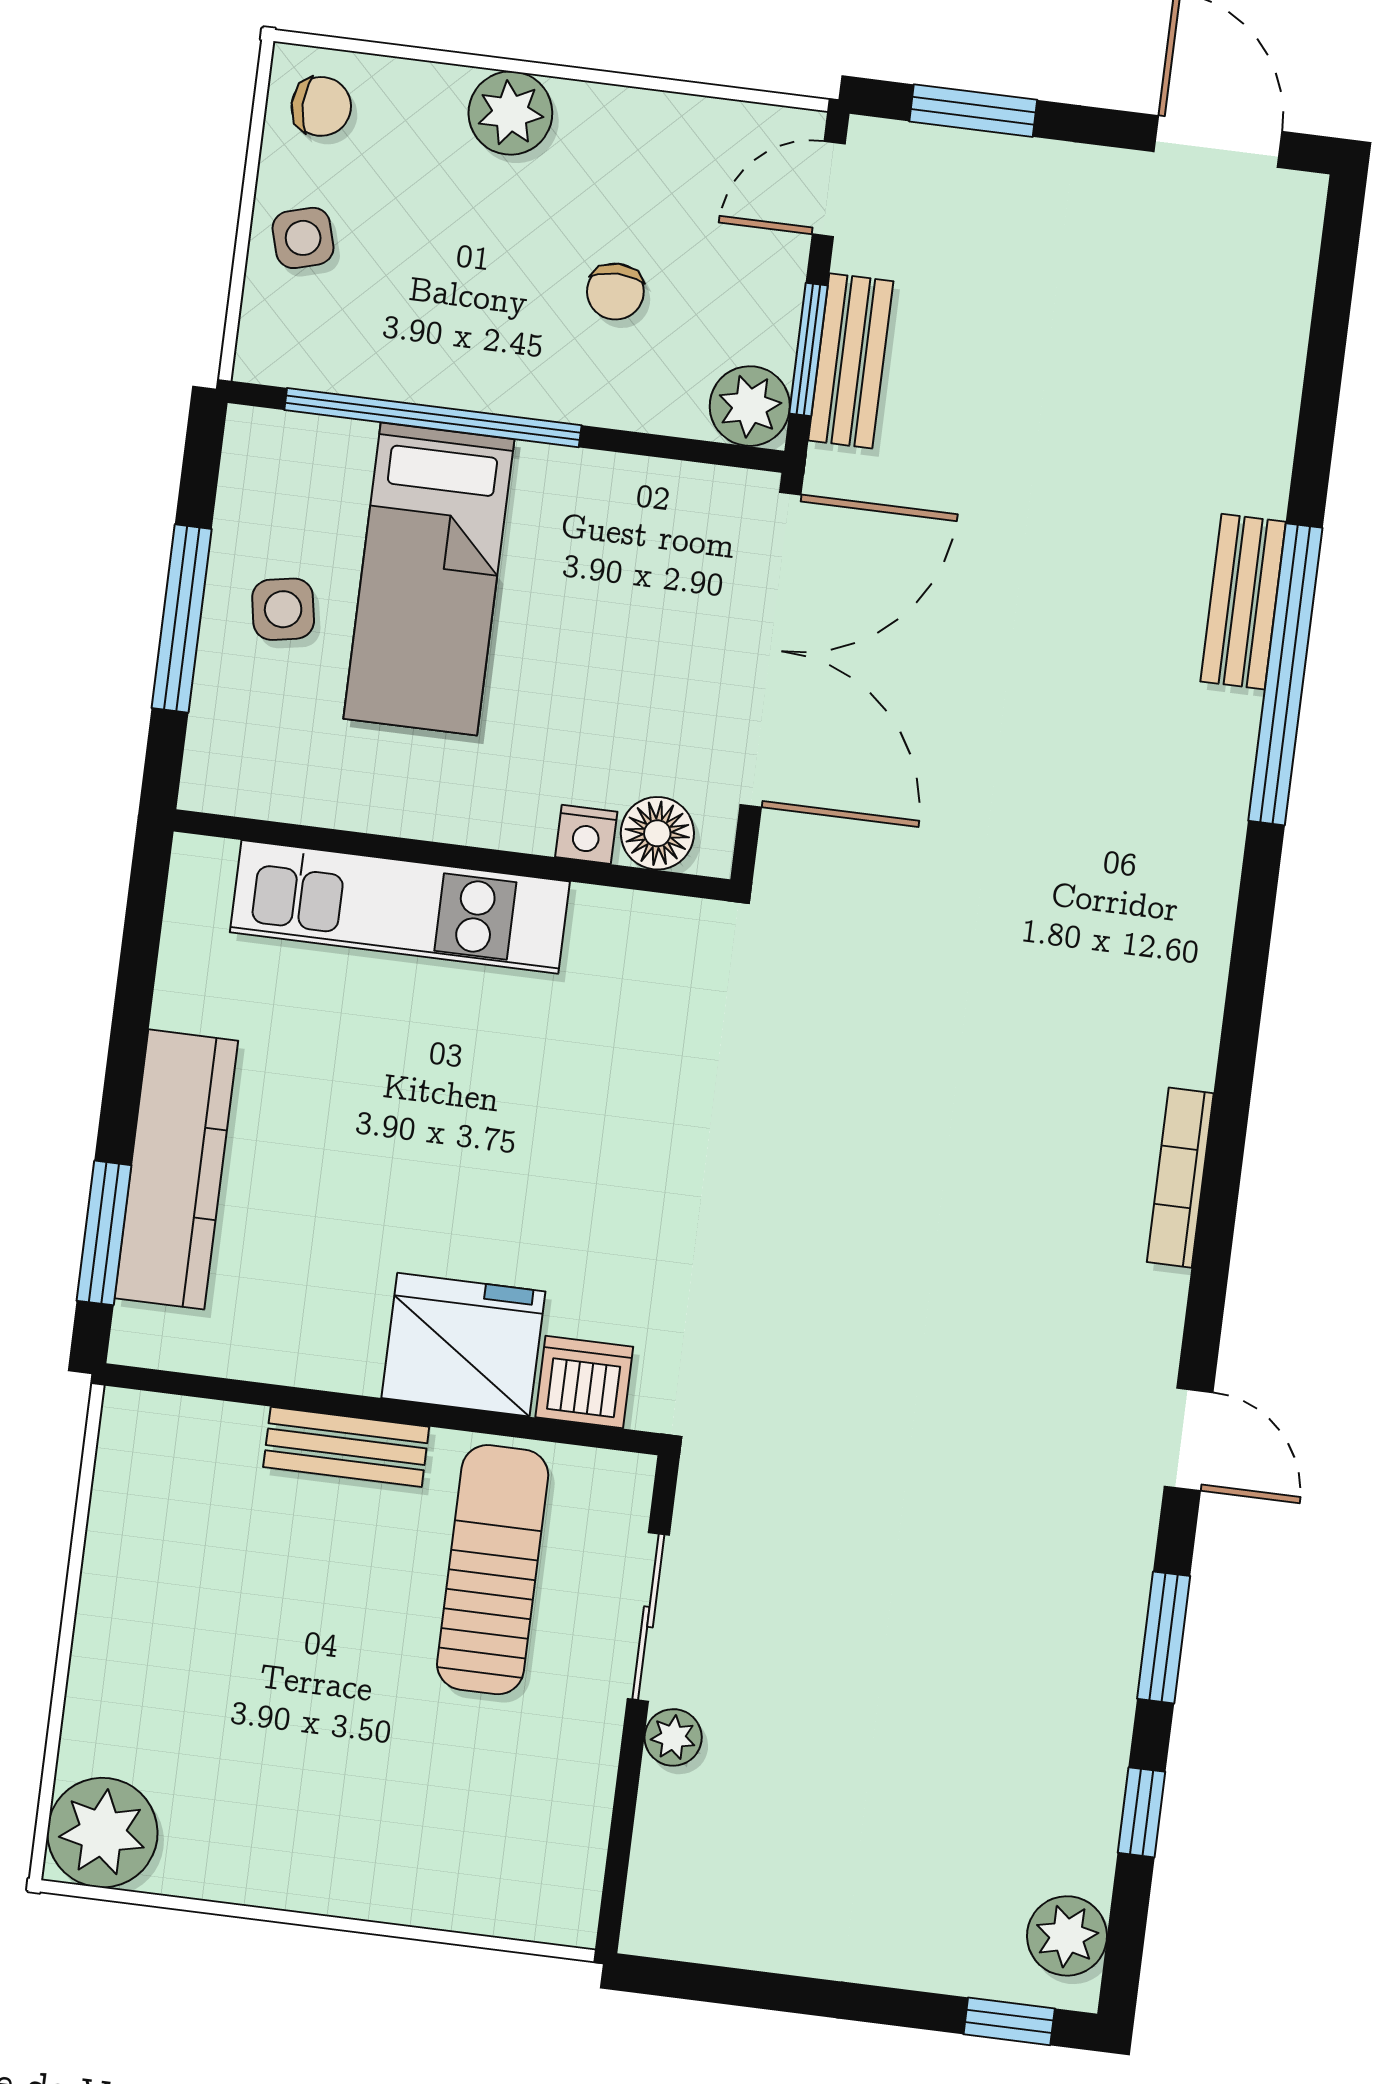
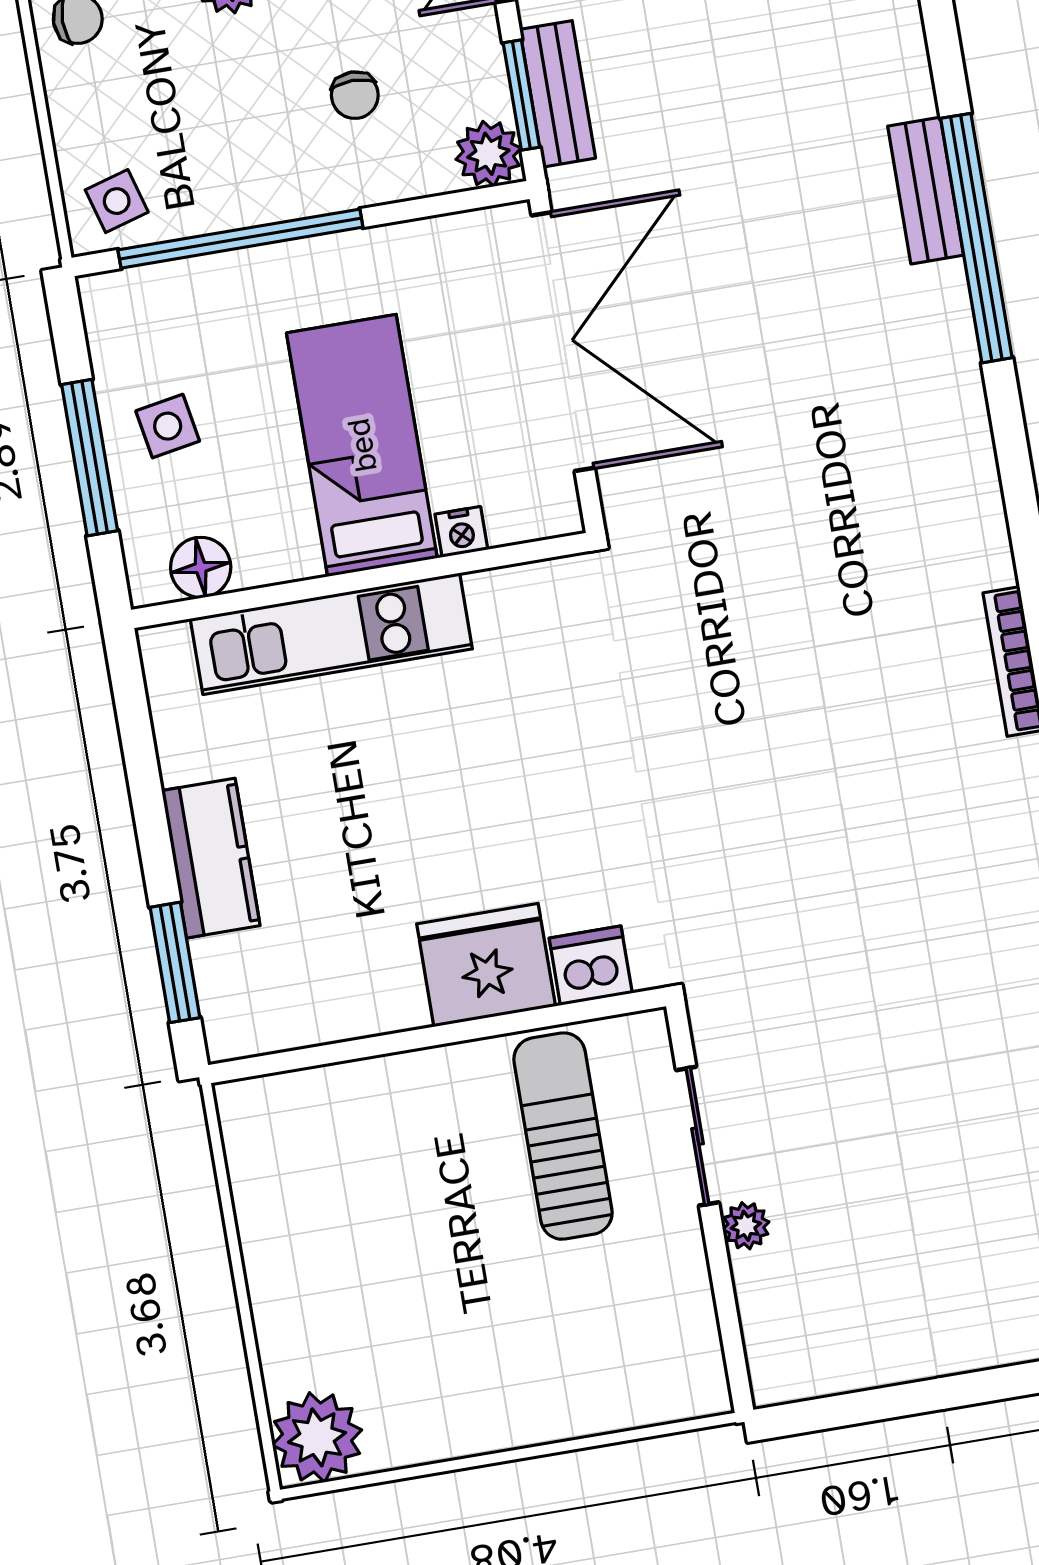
side table: (303, 238) -> (117, 201), moved
bed: (429, 579) -> (362, 445), moved, turned 180
floor lamp: (657, 833) -> (201, 567), moved
kitchen counter: (176, 1169) -> (211, 858), width x0.67
bench: (346, 1447) -> (418, 1074), removed

